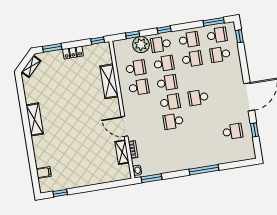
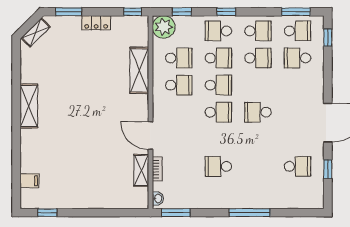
plant: (141, 45) -> (164, 27), moved
school desk: (173, 121) -> (218, 166), moved

